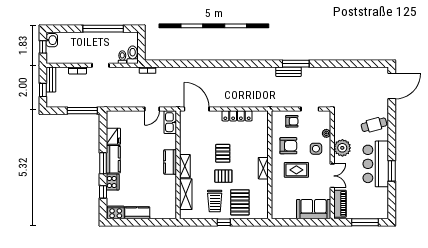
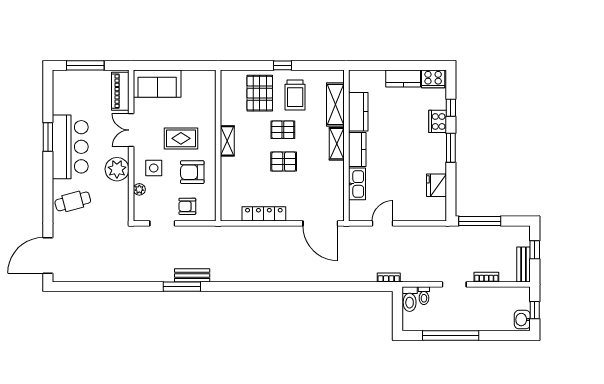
kitchen sink: (170, 122) -> (357, 184), moved
pallet: (223, 153) -> (284, 162), turned 90
kitchen counter: (113, 159) -> (358, 112), moved, turned 180
trolley: (215, 201) -> (295, 95), turned 180

